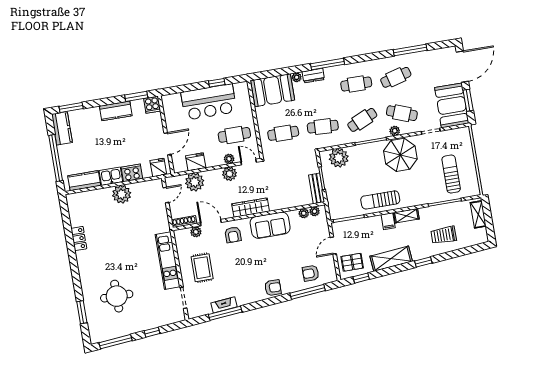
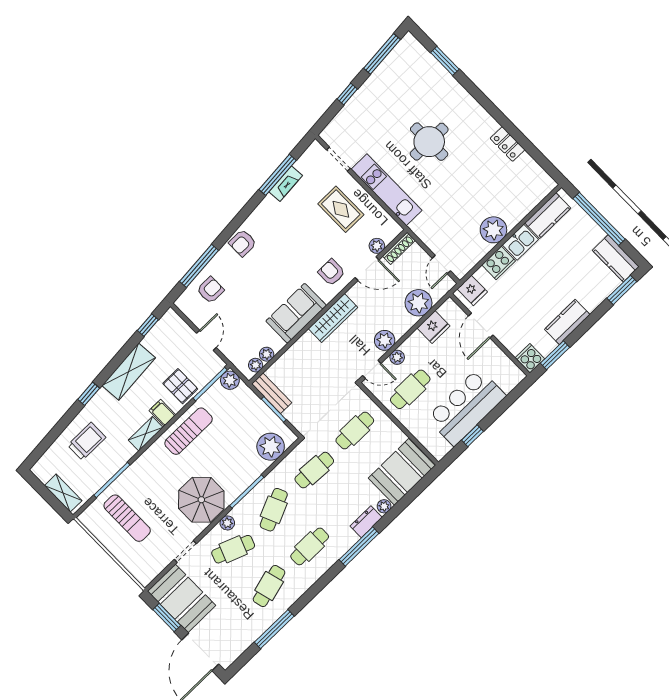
plant: (336, 213) -> (230, 380), added
pallet: (352, 262) -> (180, 386), moved, turned 90
round table: (117, 296) -> (429, 142), moved

